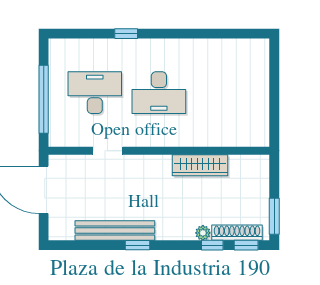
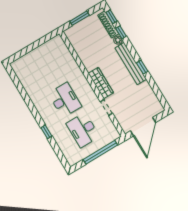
wardrobe: (200, 165) -> (101, 83), moved
window: (274, 216) -> (80, 18), moved
bench: (115, 230) -> (131, 63), moved

